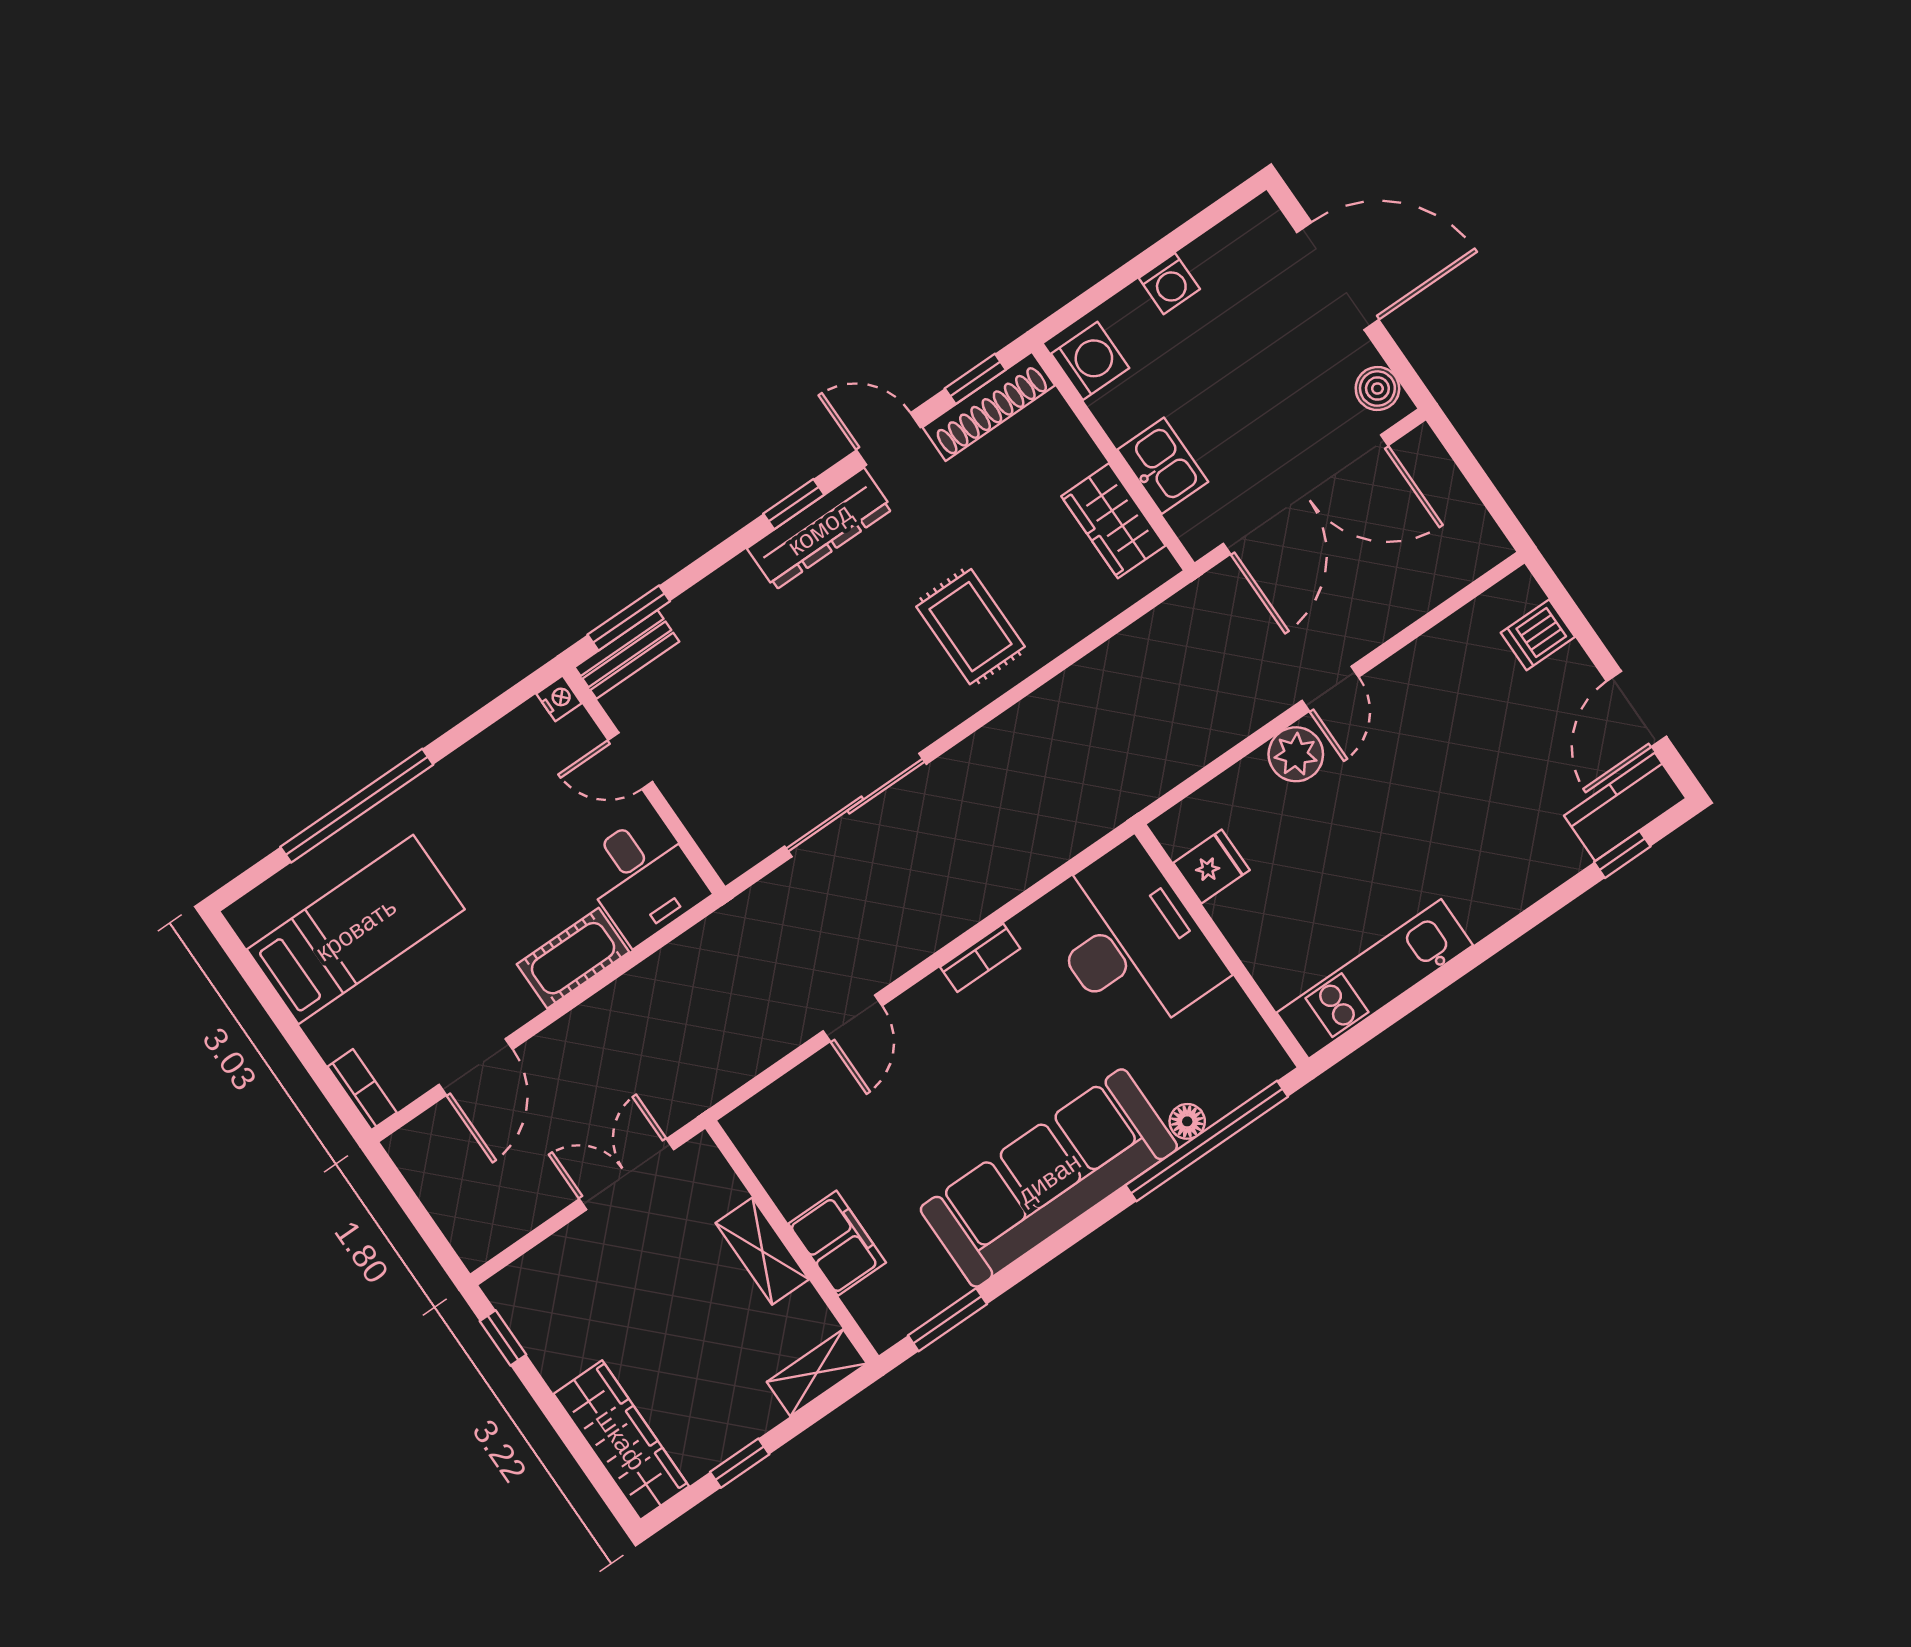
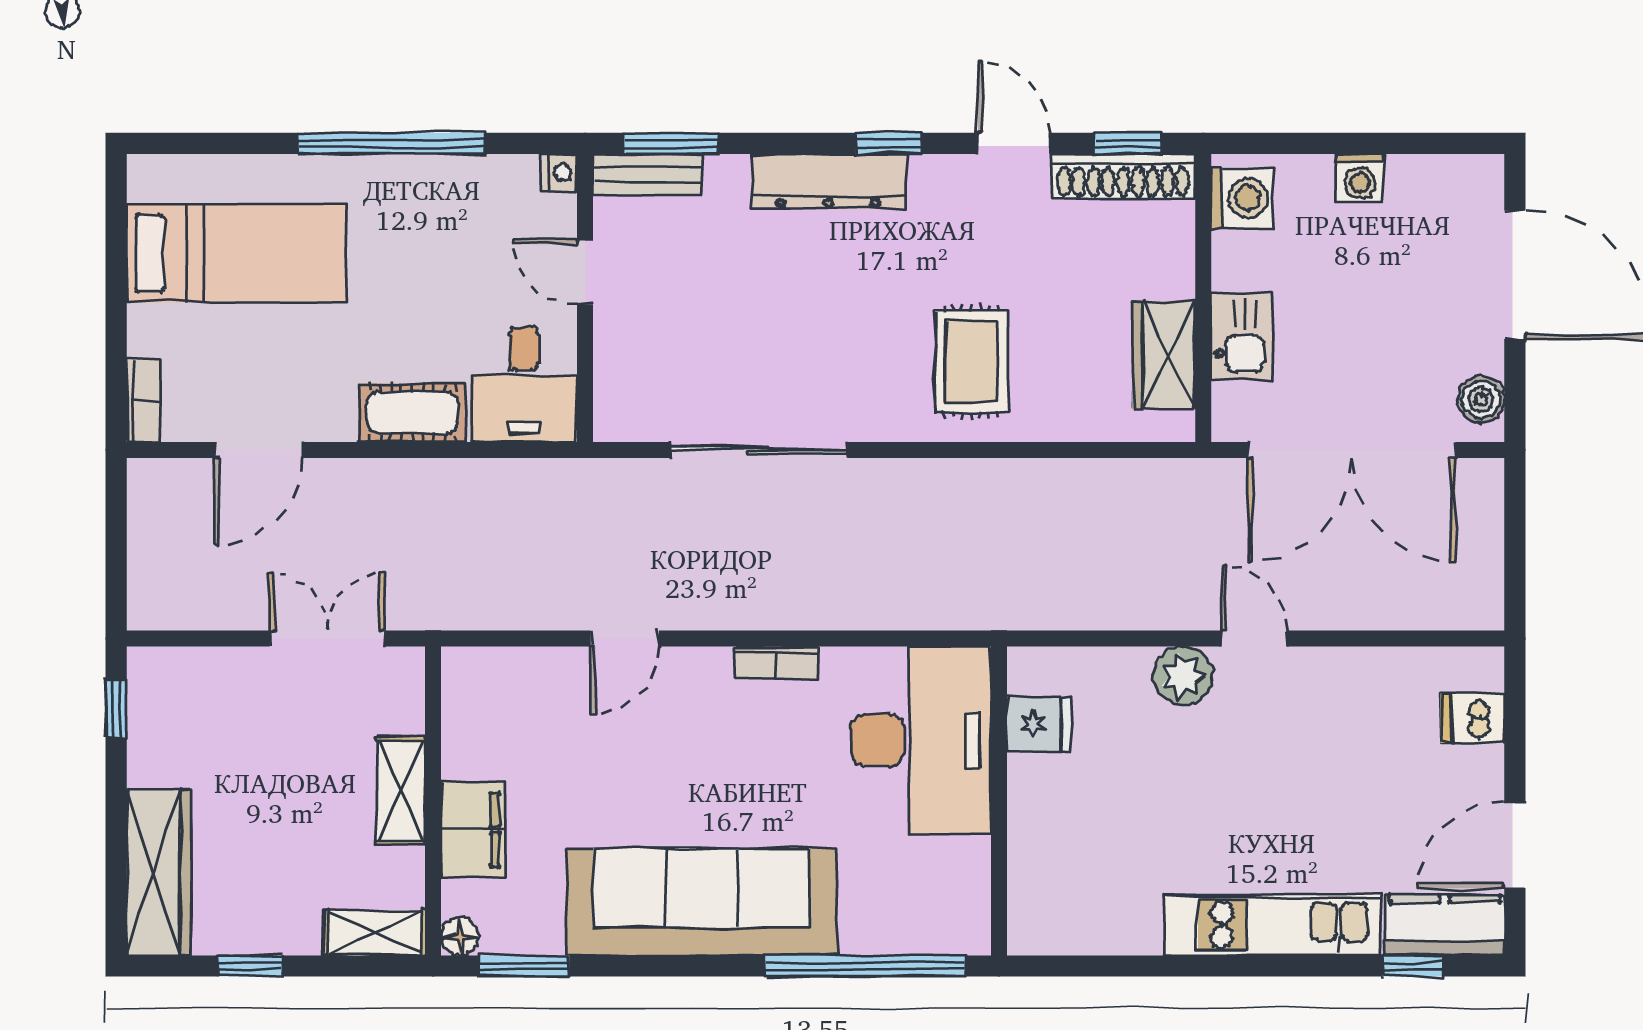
dresser: (820, 529) -> (828, 181), moved
door: (1330, 689) -> (1254, 639), swing flipped
window: (357, 806) -> (392, 143), moved
kitchen unit: (1375, 979) -> (1272, 925), moved
floor lamp: (1187, 1121) -> (460, 937), moved

